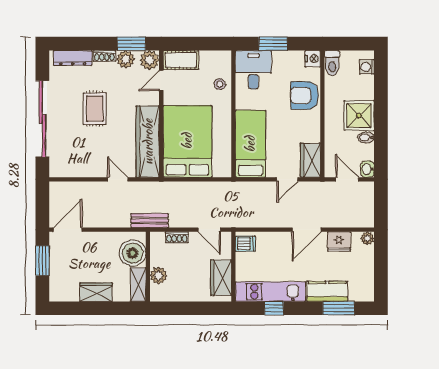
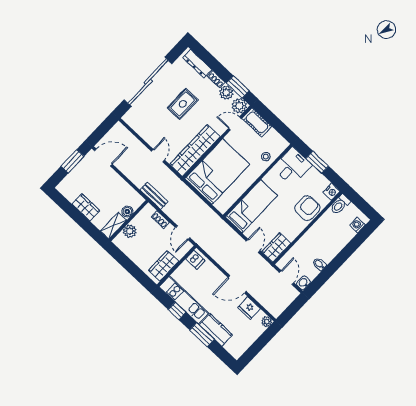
armchair: (305, 96) -> (307, 208), turned 90
shower: (359, 116) -> (327, 248), removed
door: (287, 179) -> (253, 246), swing flipped
boiler: (133, 253) -> (127, 212), width x0.54, depth x0.54
window: (339, 308) -> (202, 335), moved

